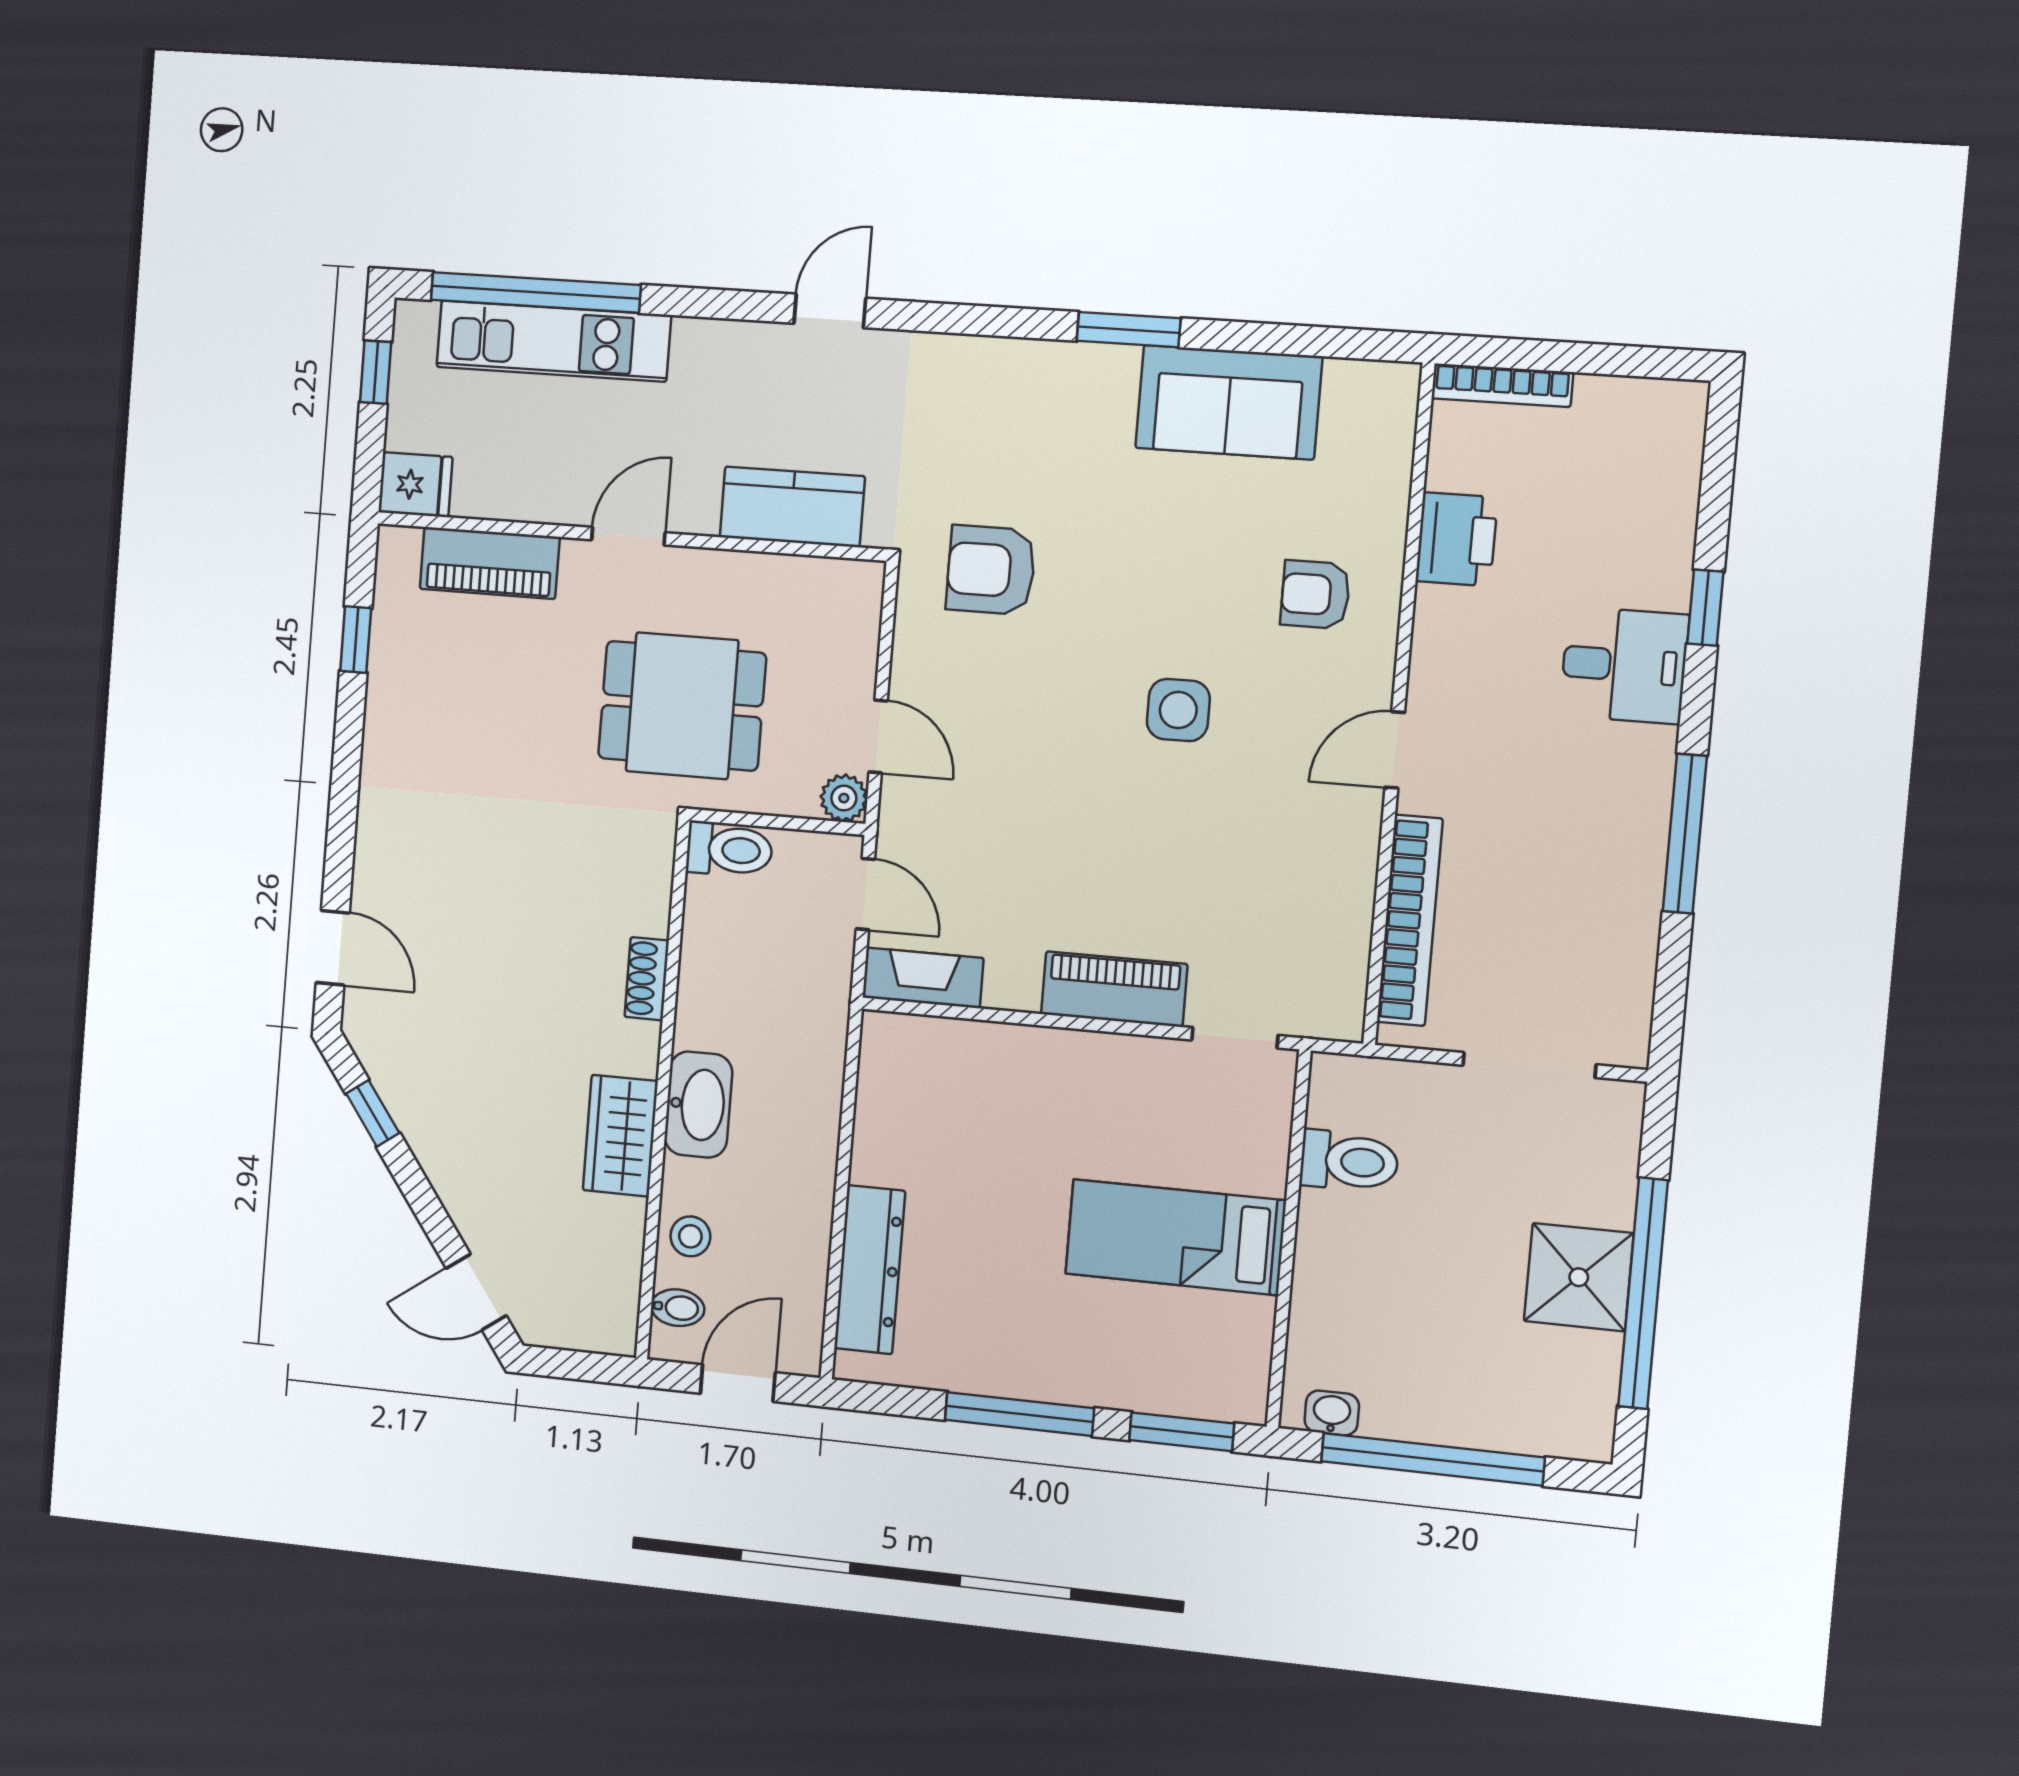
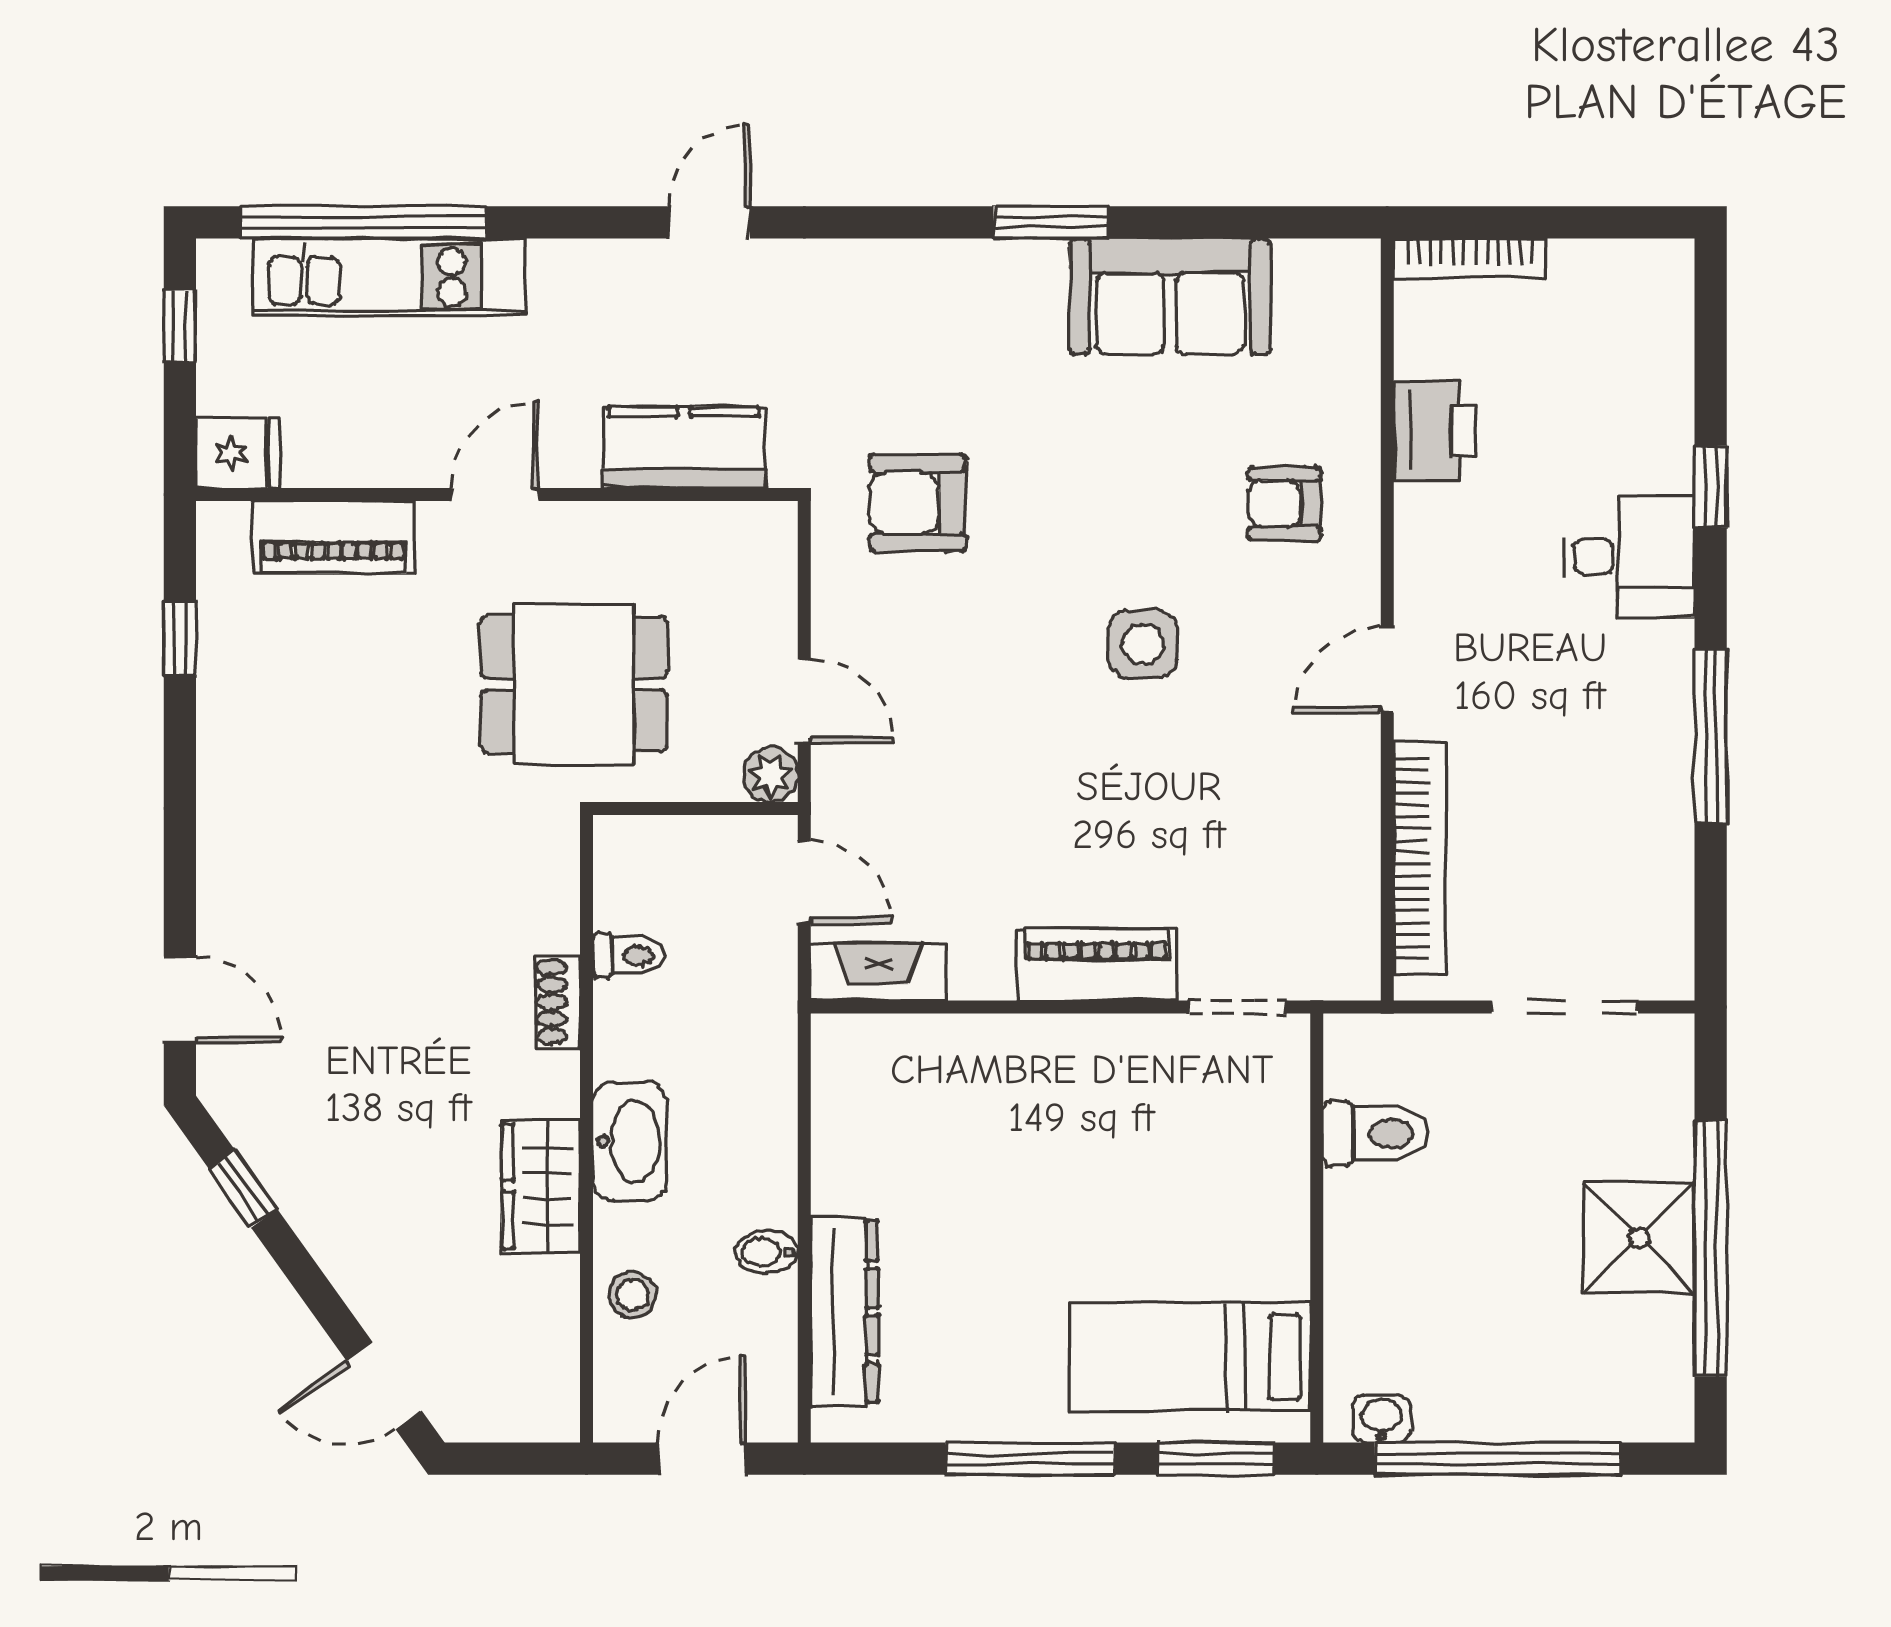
toilet: (729, 850) -> (629, 956), moved, width x0.73, depth x0.72
bed: (1175, 1237) -> (1190, 1357), moved
bidet: (678, 1308) -> (767, 1252), moved, turned 180

